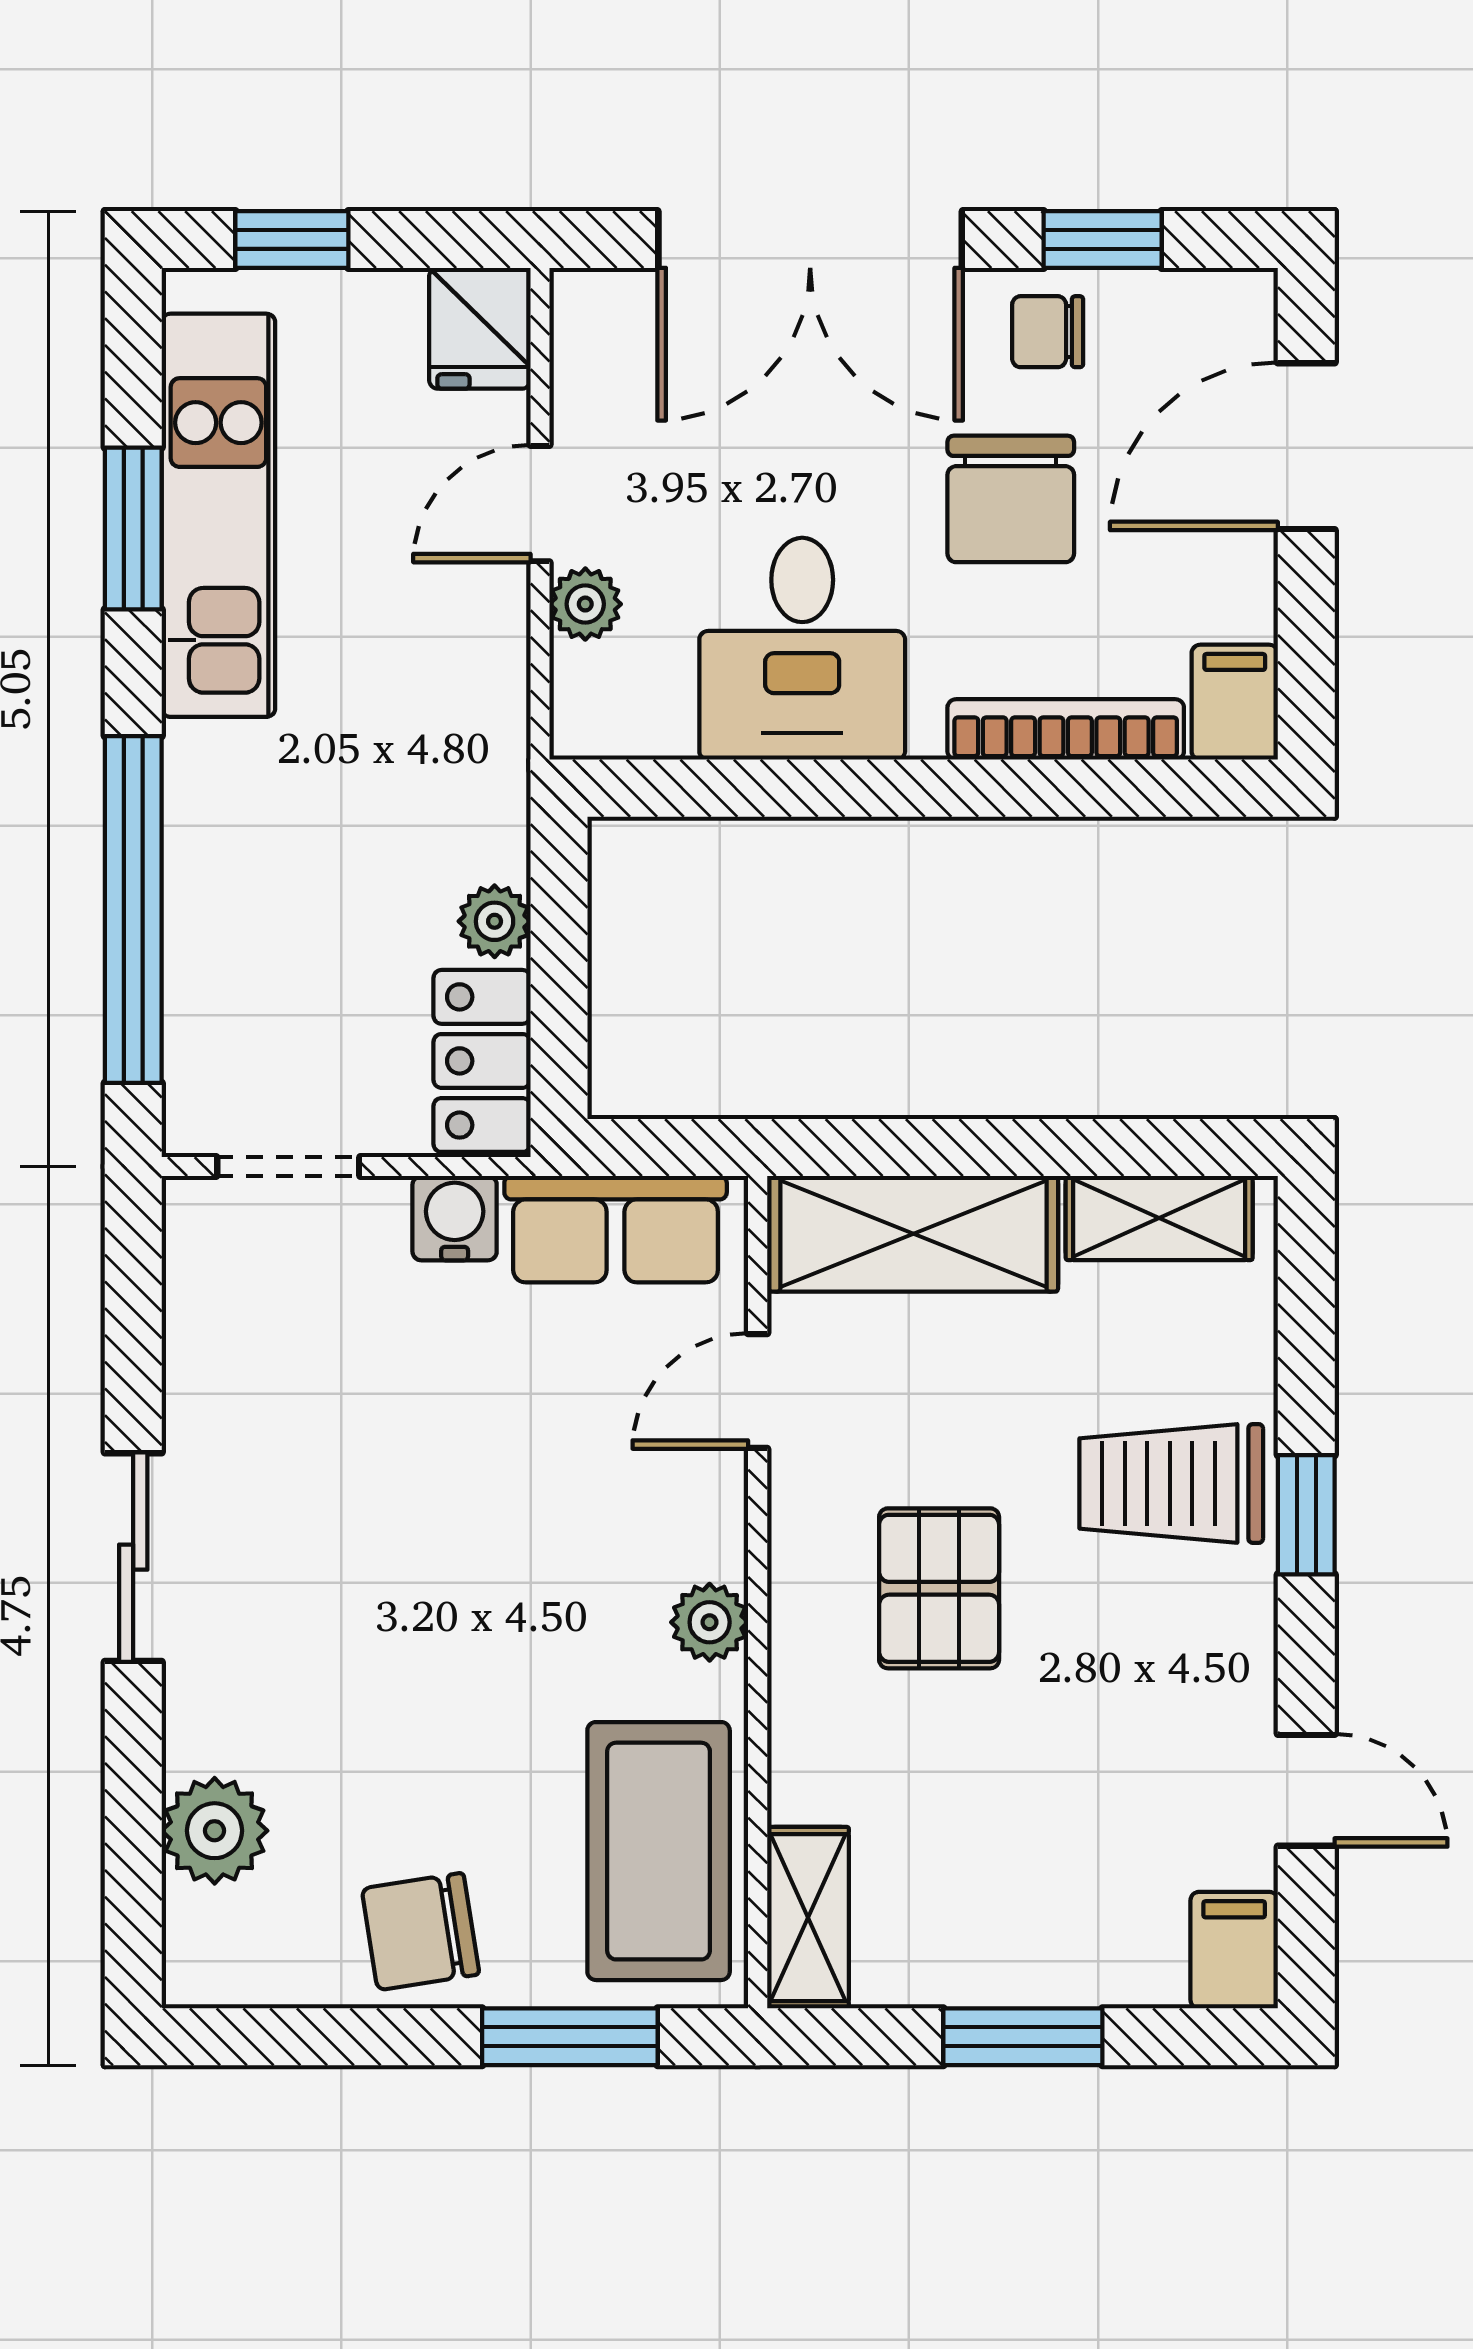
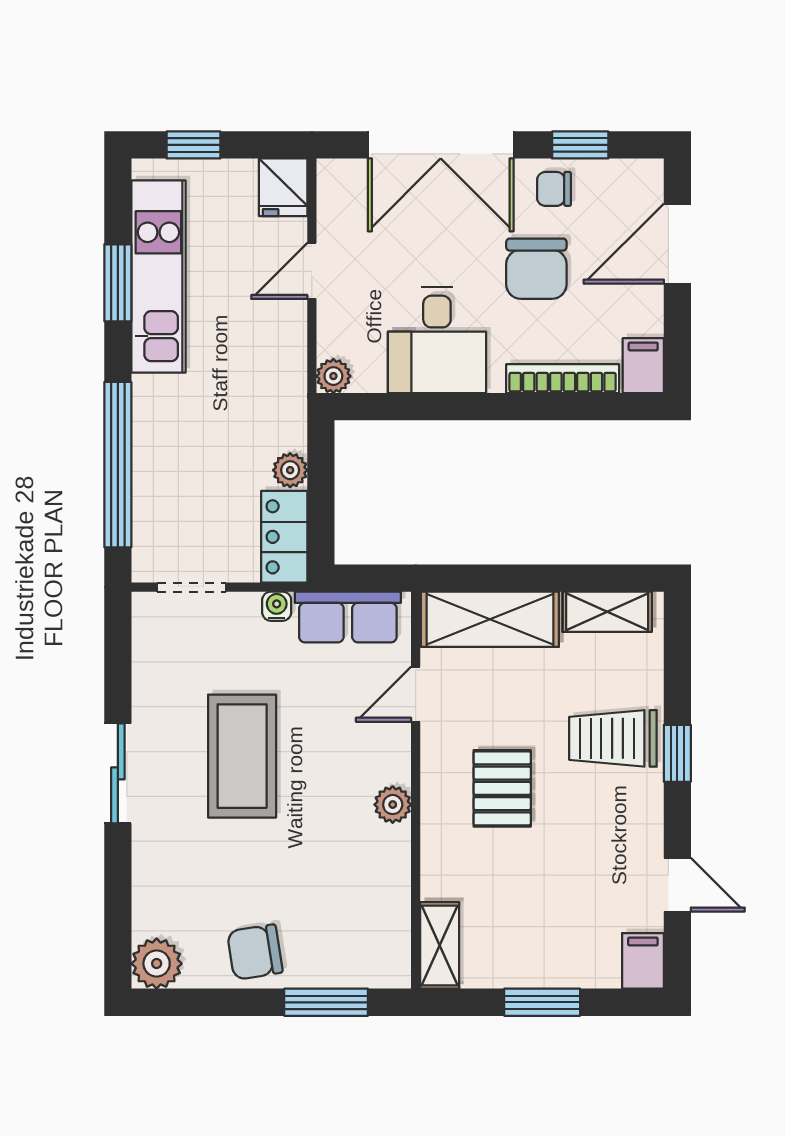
plant: (585, 604) -> (333, 376), moved
water cooler: (455, 1218) -> (277, 606), width x0.72, depth x0.72
plant: (215, 1831) -> (157, 964), moved
coffee table: (659, 1851) -> (242, 756), moved

